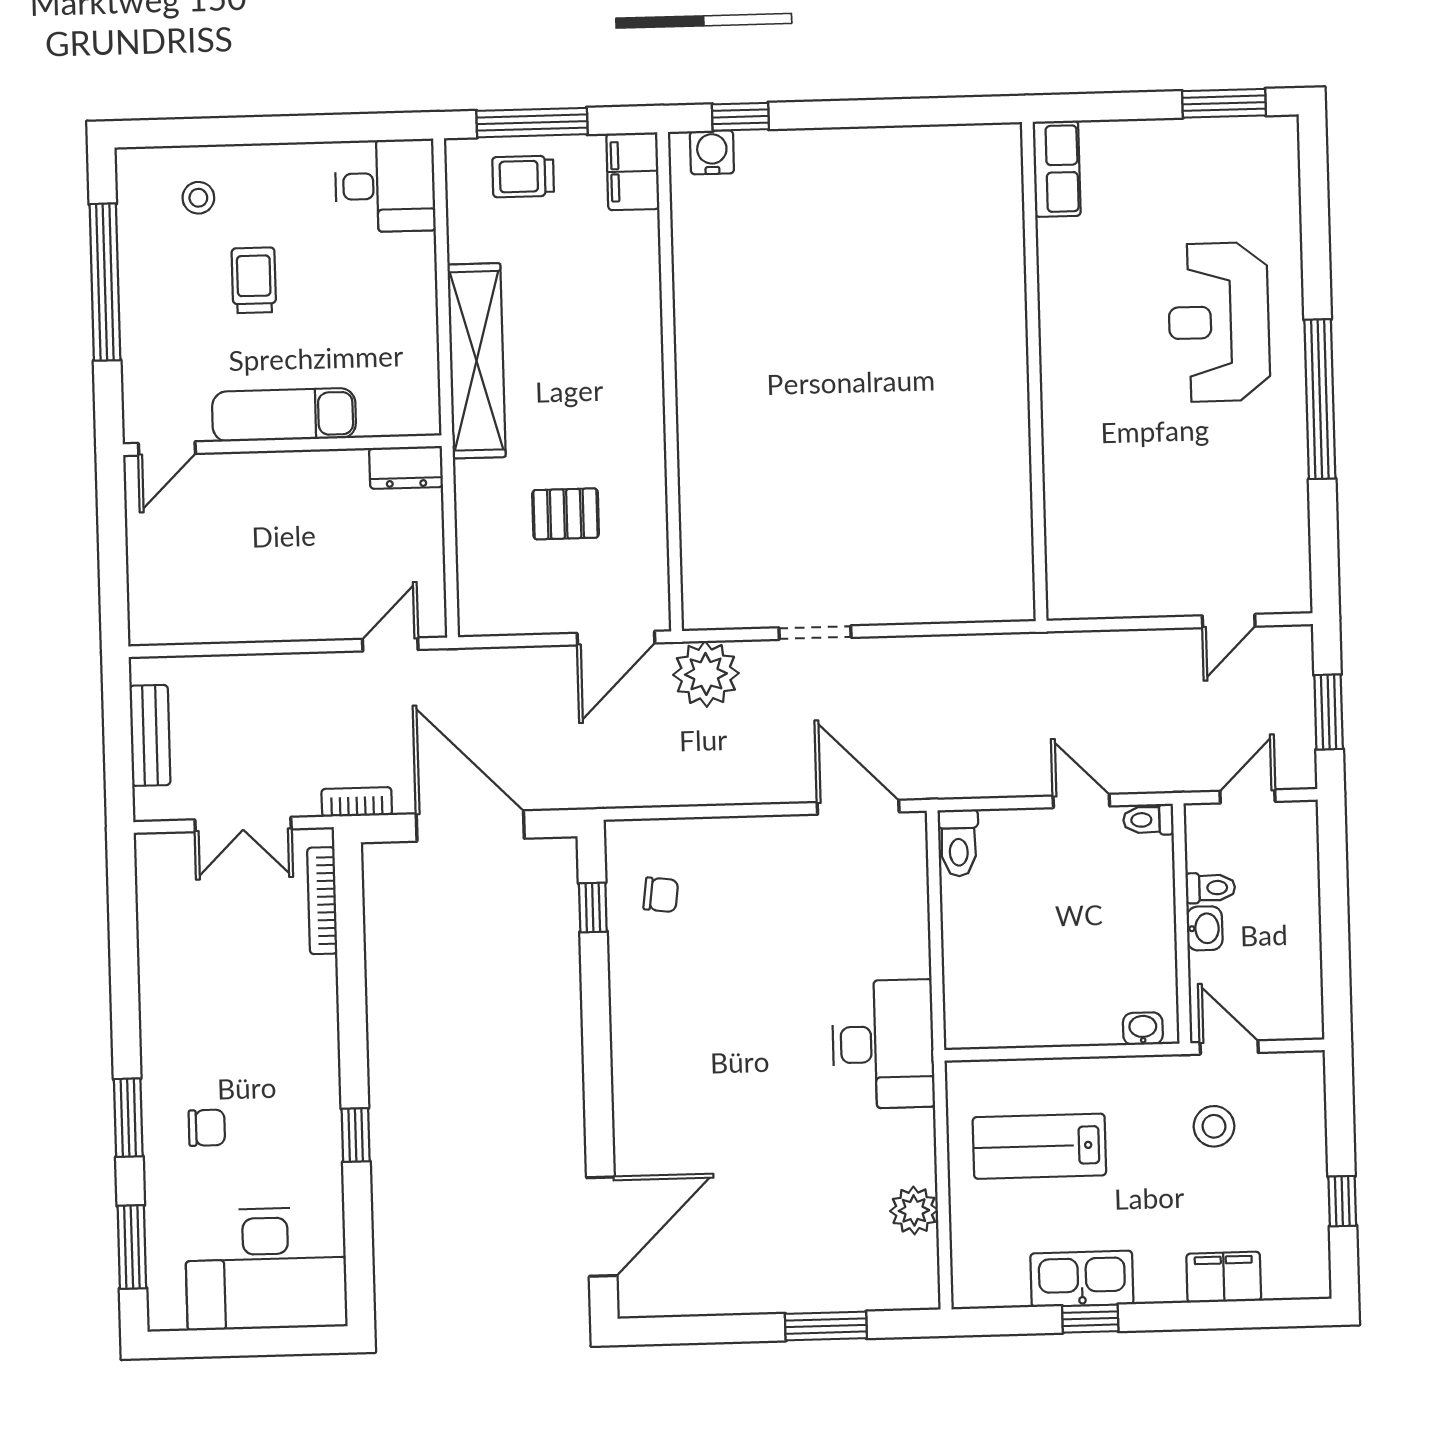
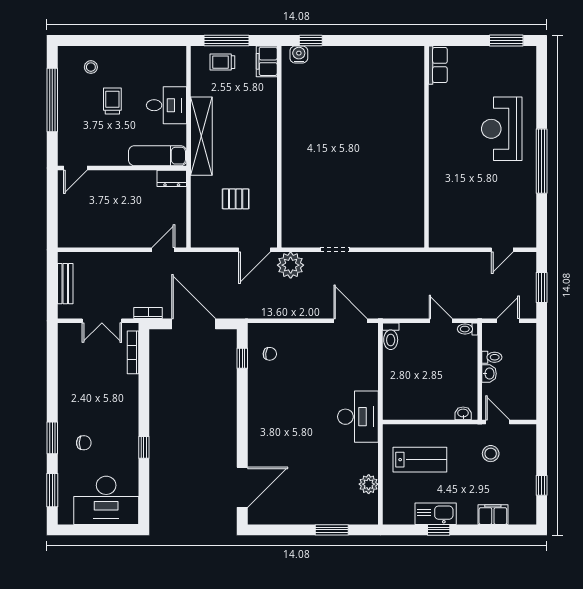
desk: (385, 186) -> (166, 105), moved
exam couch: (284, 415) -> (158, 156), moved
lab bench: (1039, 1146) -> (420, 460), turned 180

